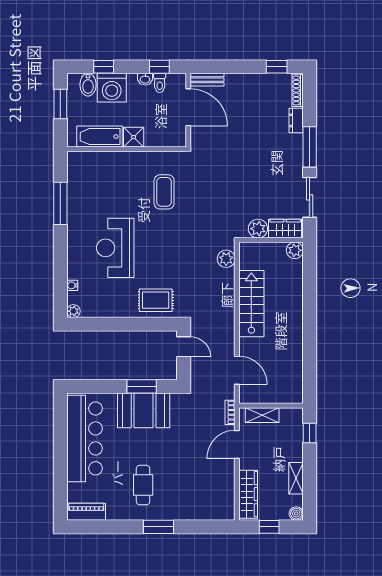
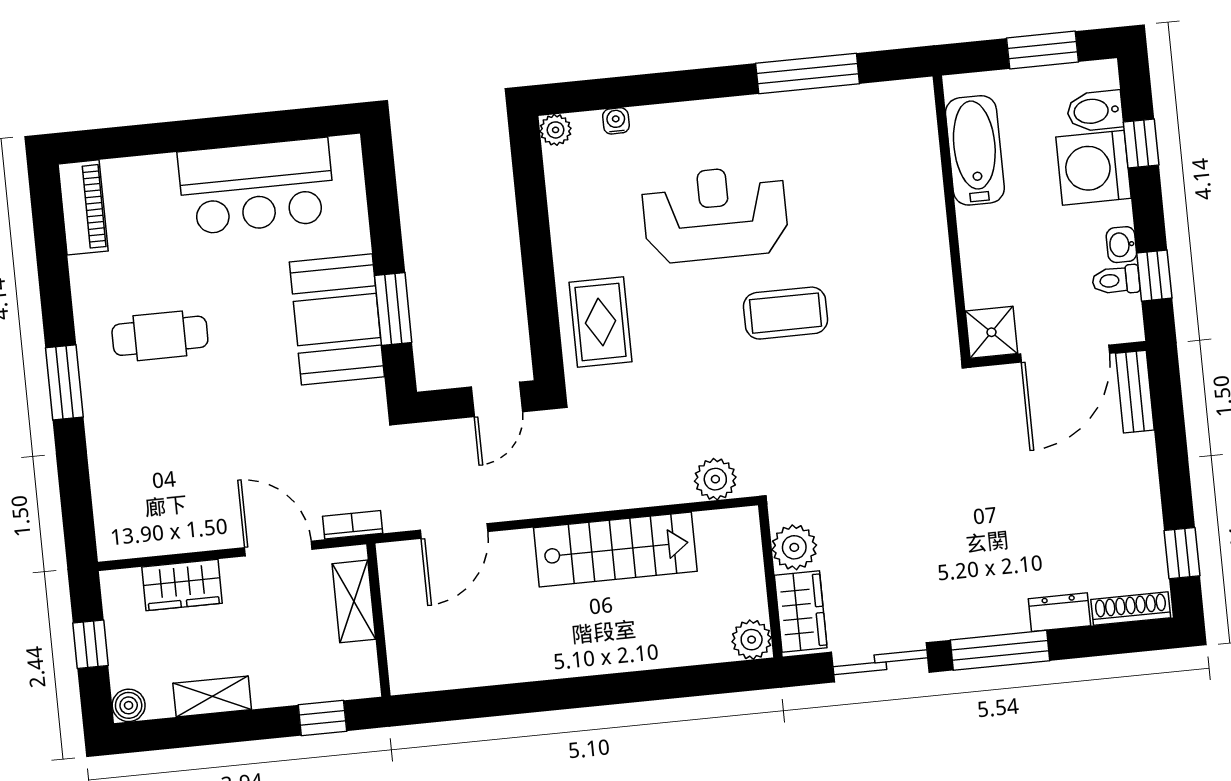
shower: (134, 137) -> (991, 332), moved
coffee table: (164, 192) -> (785, 313), moved
bar counter: (85, 438) -> (256, 186), width x0.73
wardrobe: (248, 494) -> (182, 585), width x0.67

